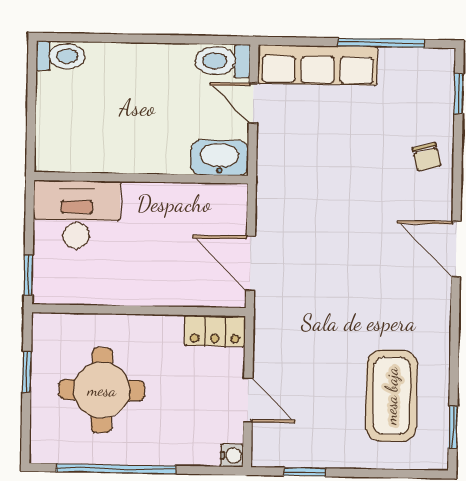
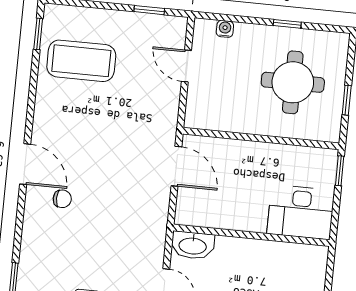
chair: (427, 157) -> (62, 199), moved, turned 105
locker: (215, 331) -> (206, 119), removed
coffee table: (391, 396) -> (81, 61), turned 90
water cooler: (232, 456) -> (225, 29), moved, turned 90
window: (116, 469) -> (287, 24), width x0.32

